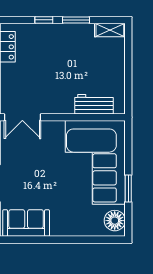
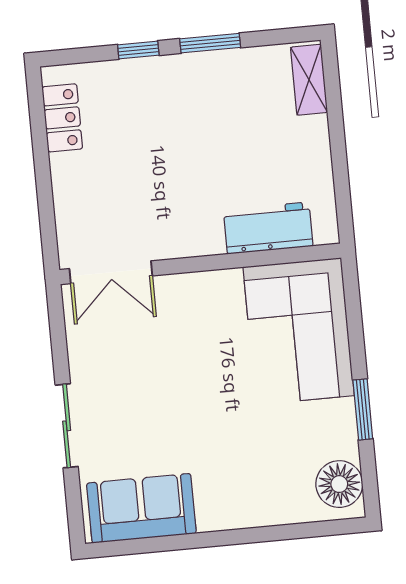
shelving: (110, 30) -> (309, 80), moved, turned 90
corner sofa: (95, 162) -> (299, 331), width x0.73, depth x0.74

